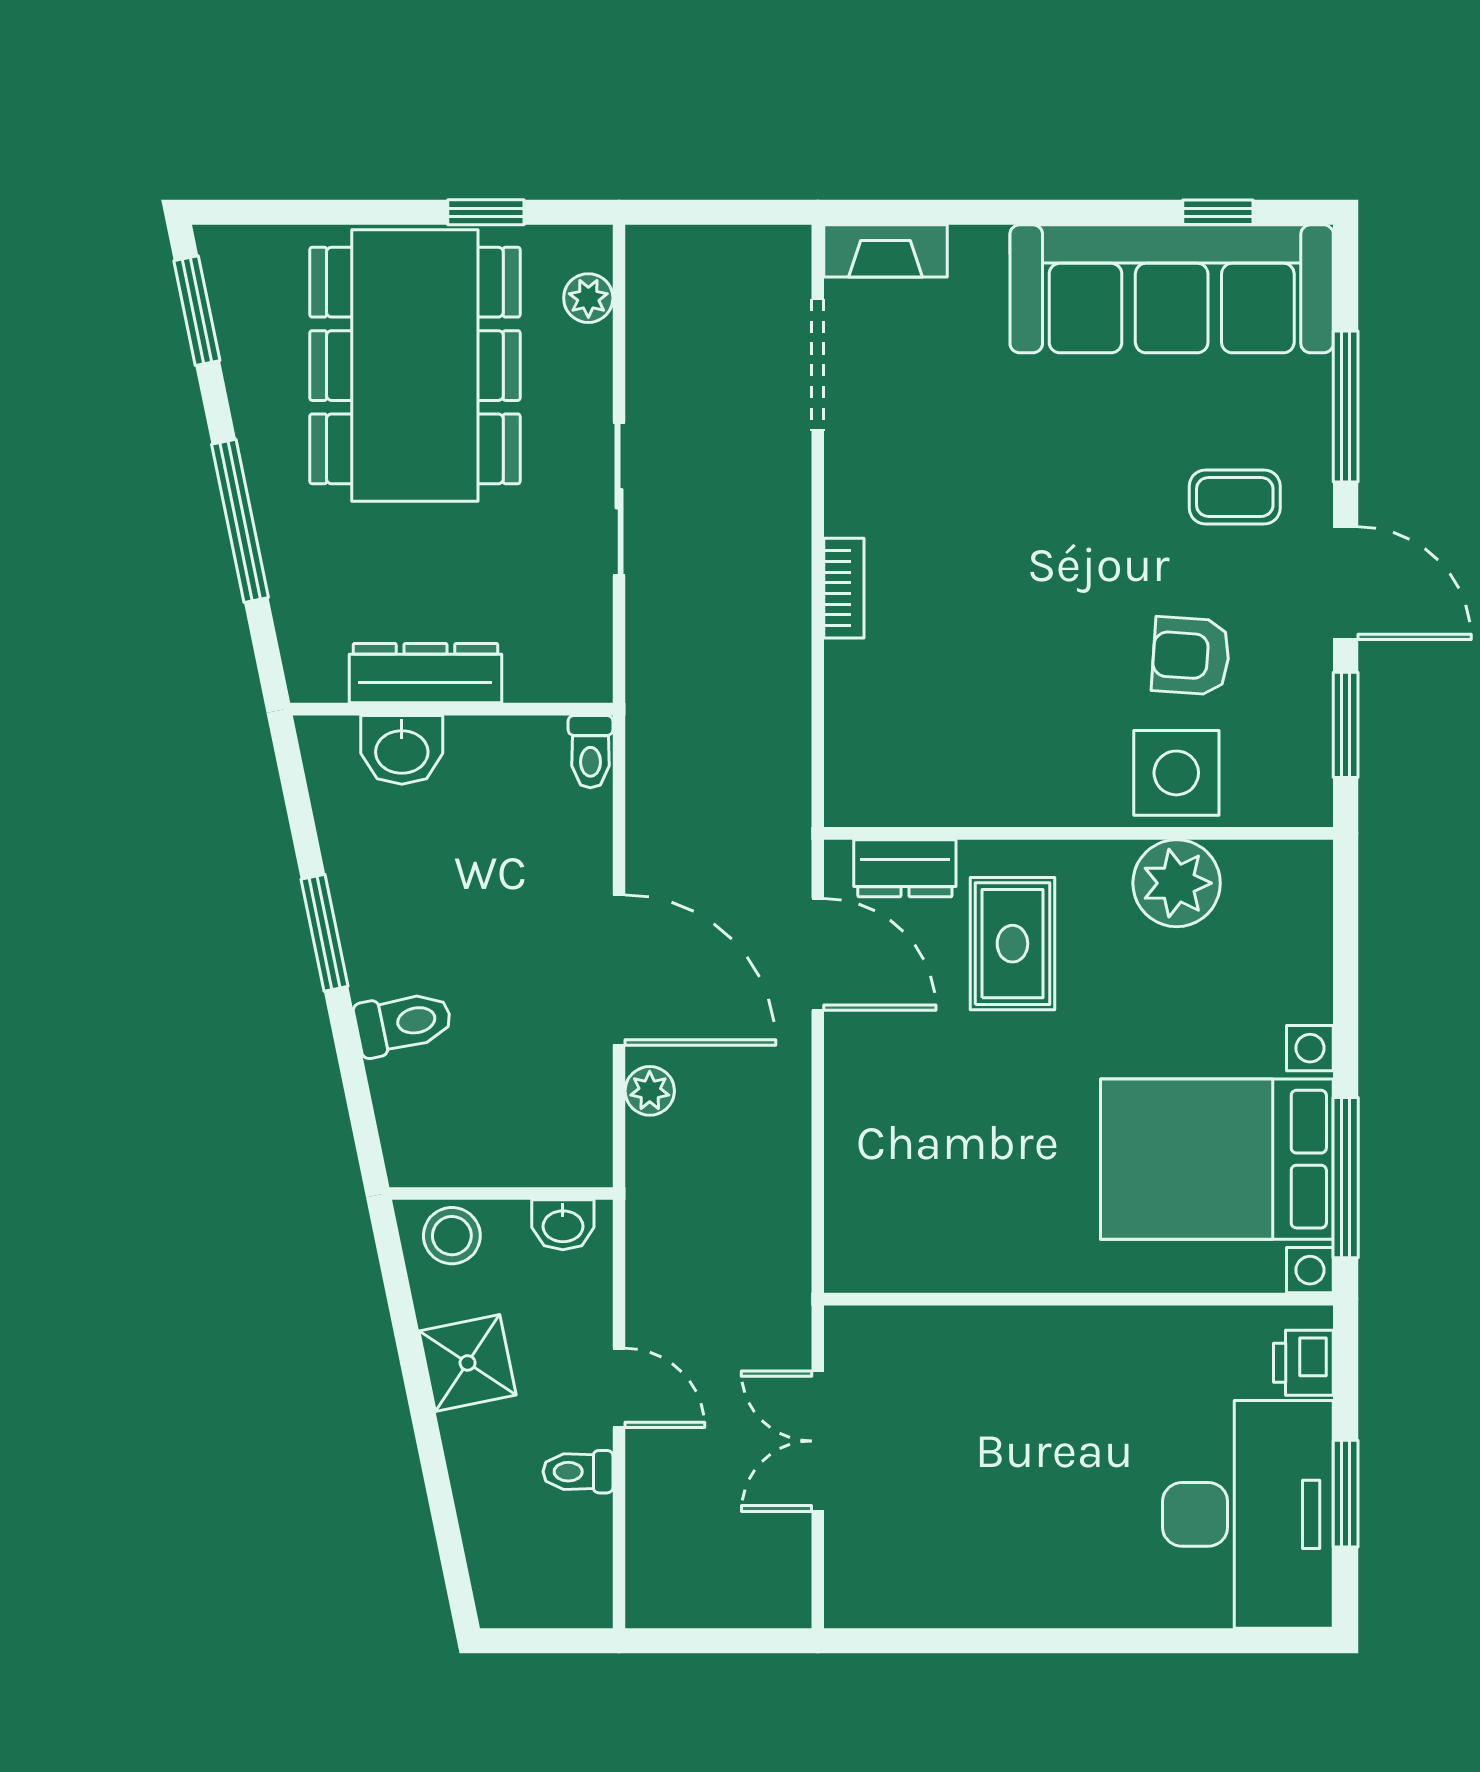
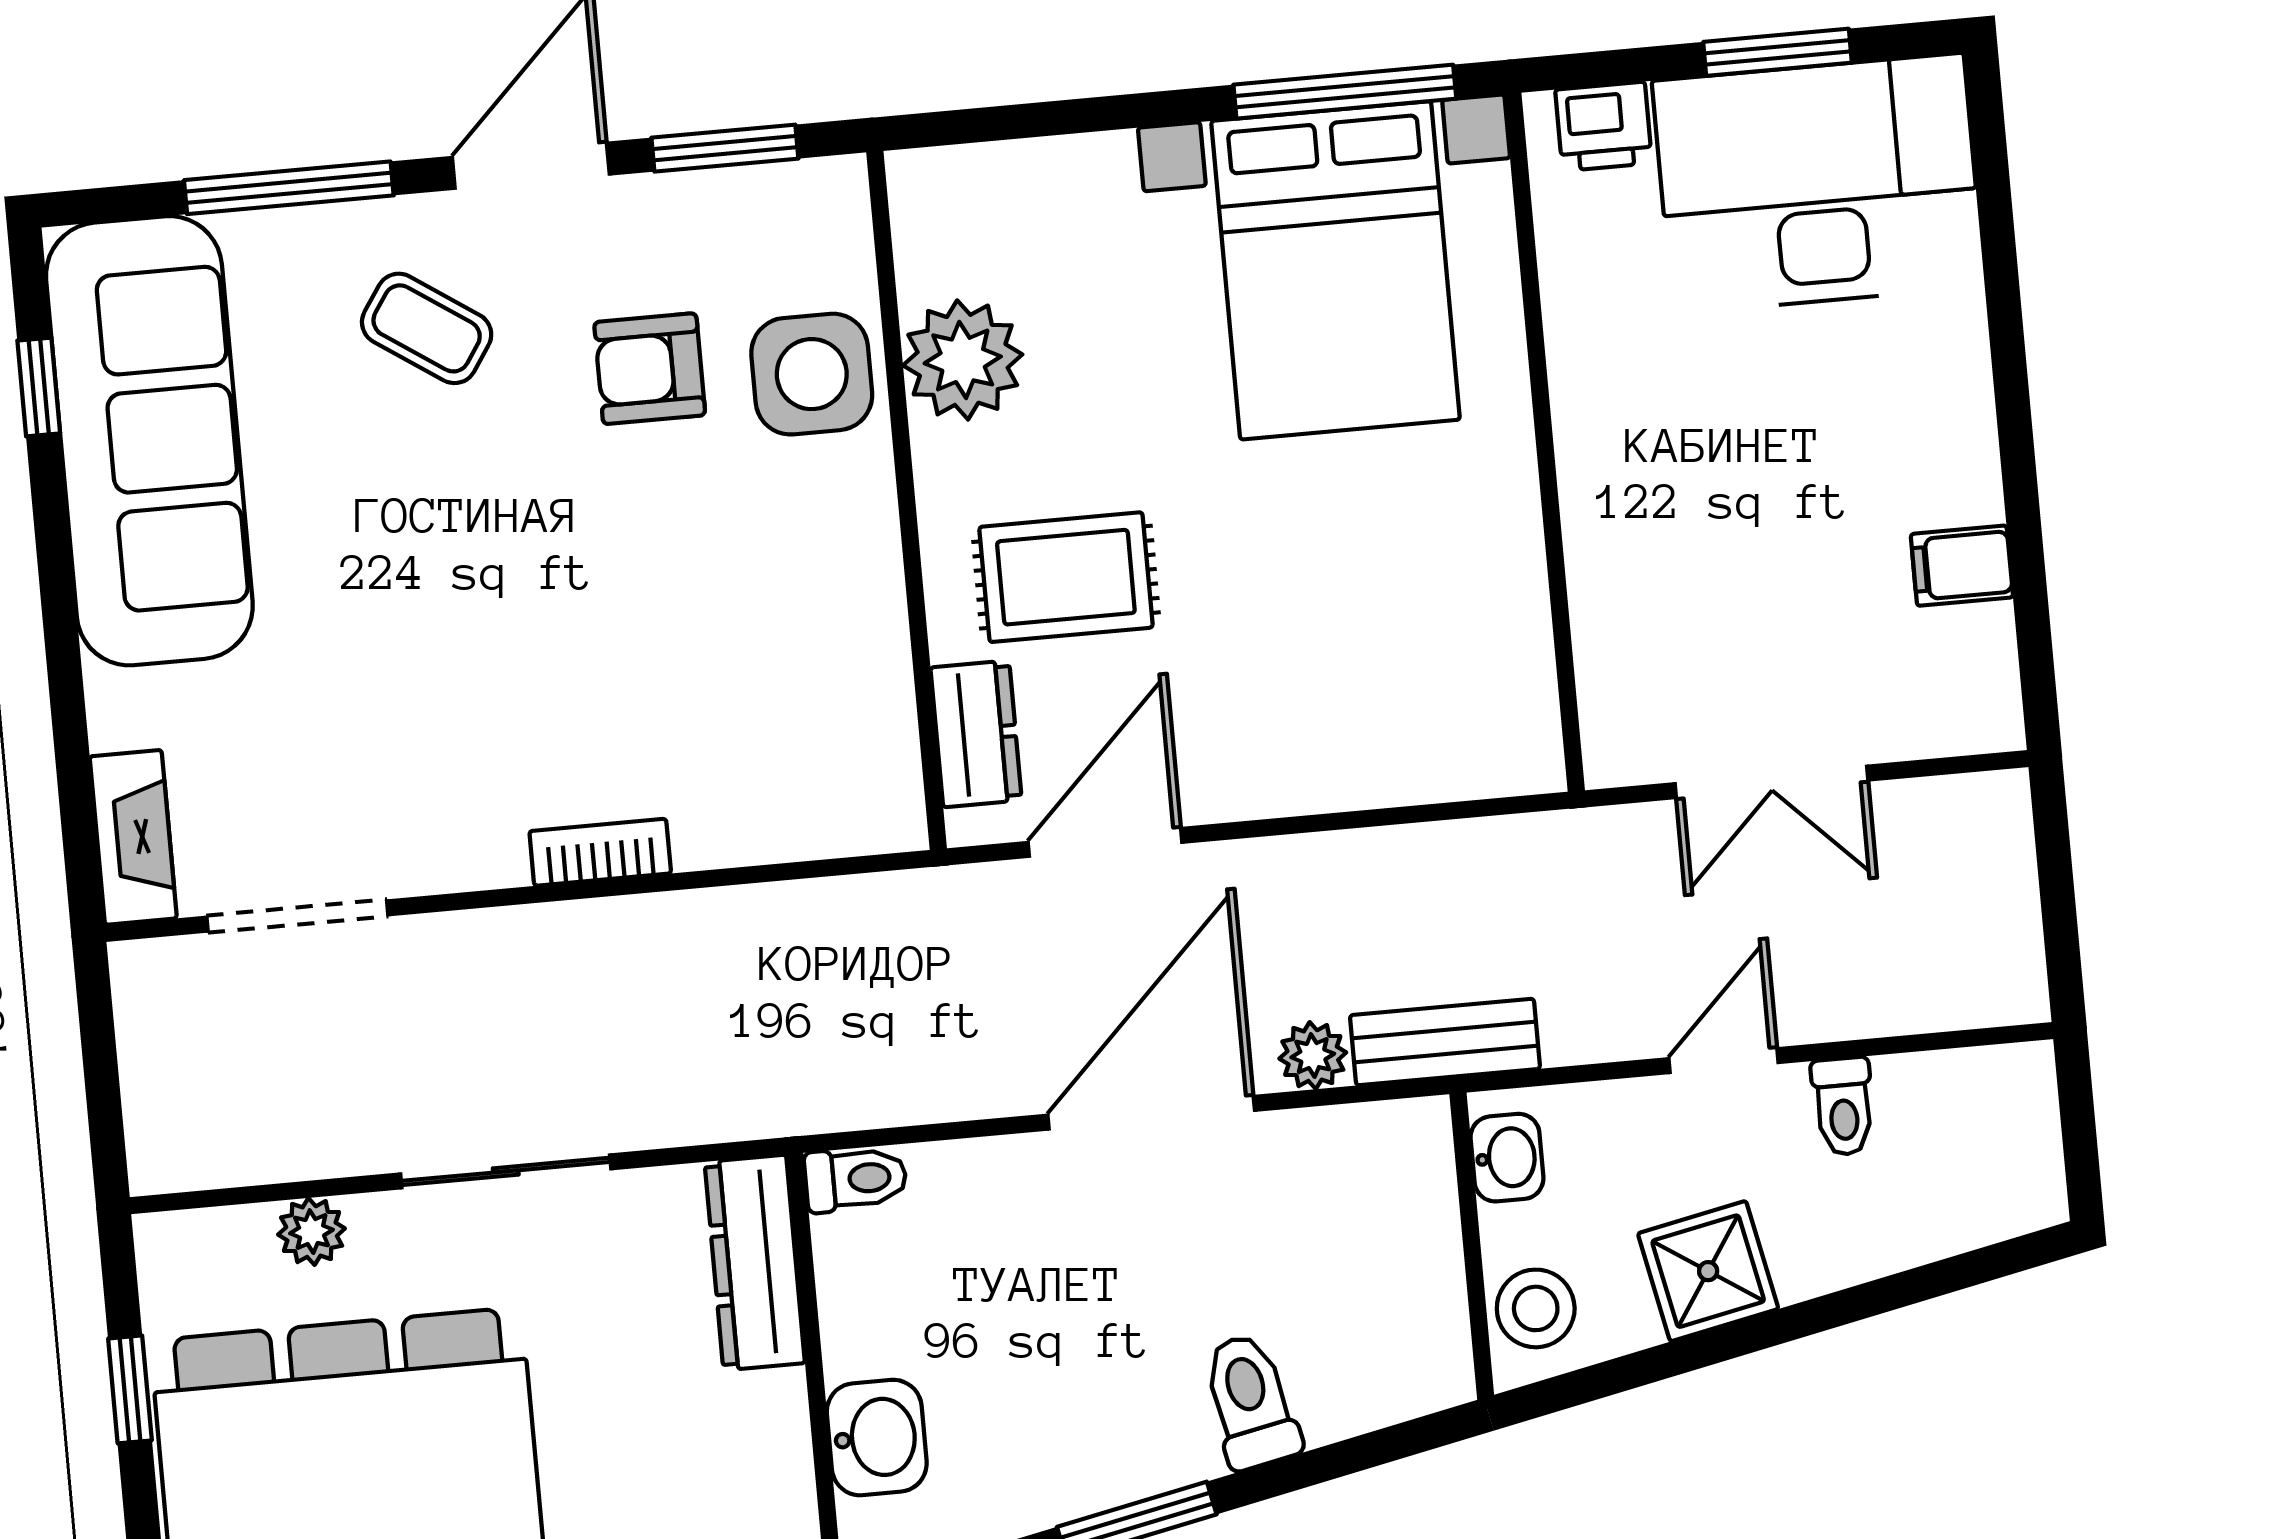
plant: (588, 298) -> (312, 1232), moved
coffee table: (1235, 497) -> (427, 328), turned -56
armchair: (1191, 656) -> (650, 369), turned 86
dresser: (425, 673) -> (755, 1263), moved
bench: (651, 1187) -> (1445, 1042), added
filing cabinet: (962, 1593) -> (1962, 566), added

